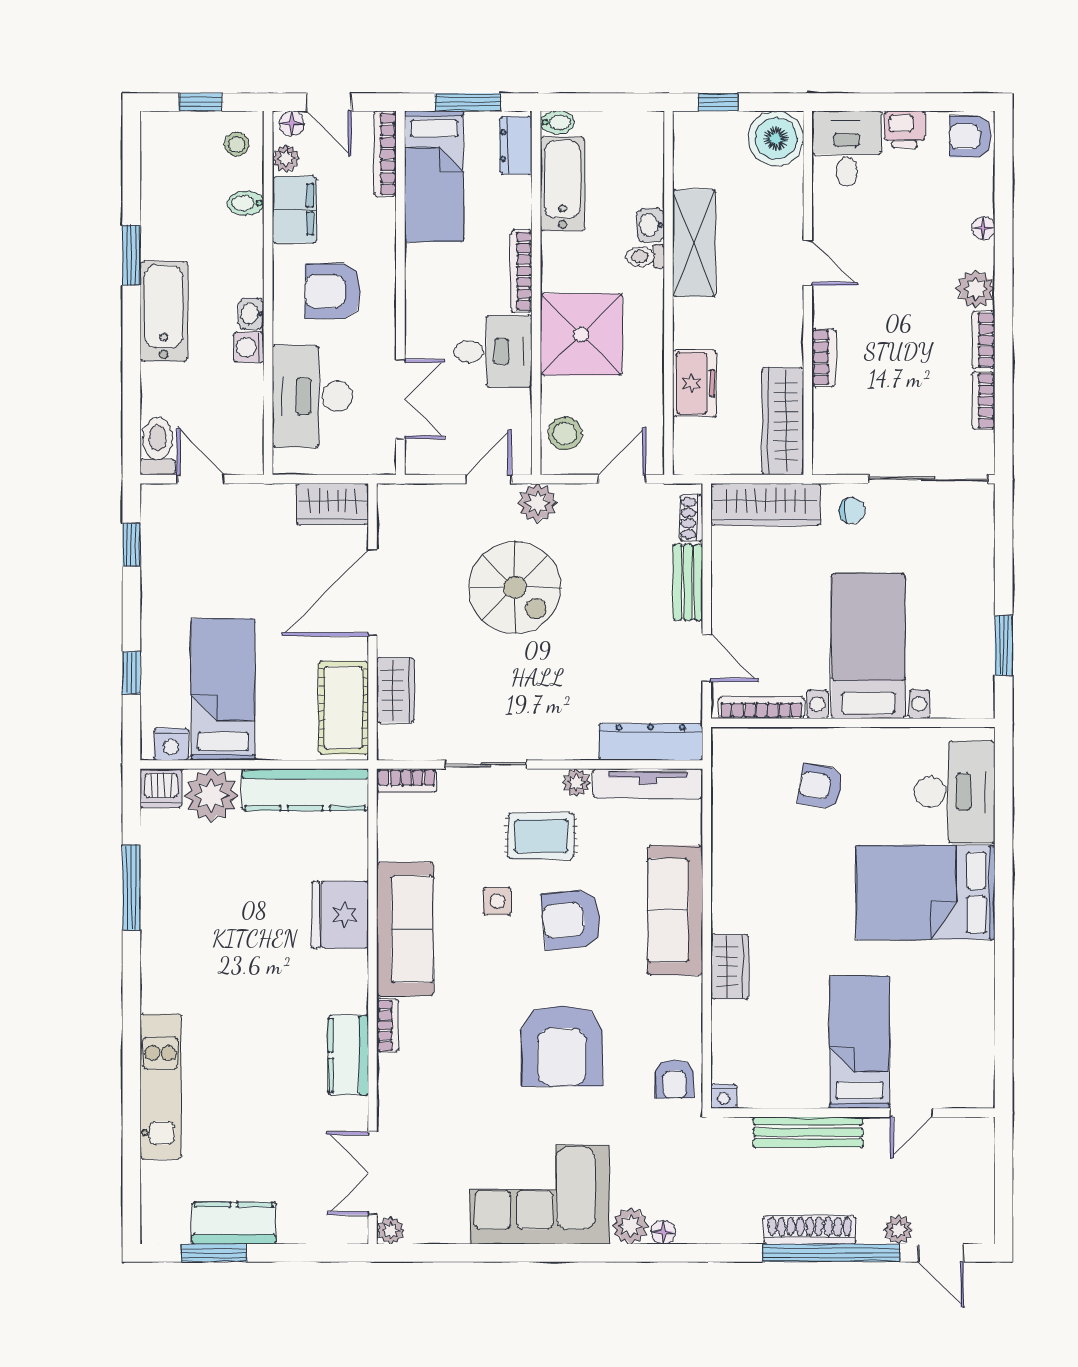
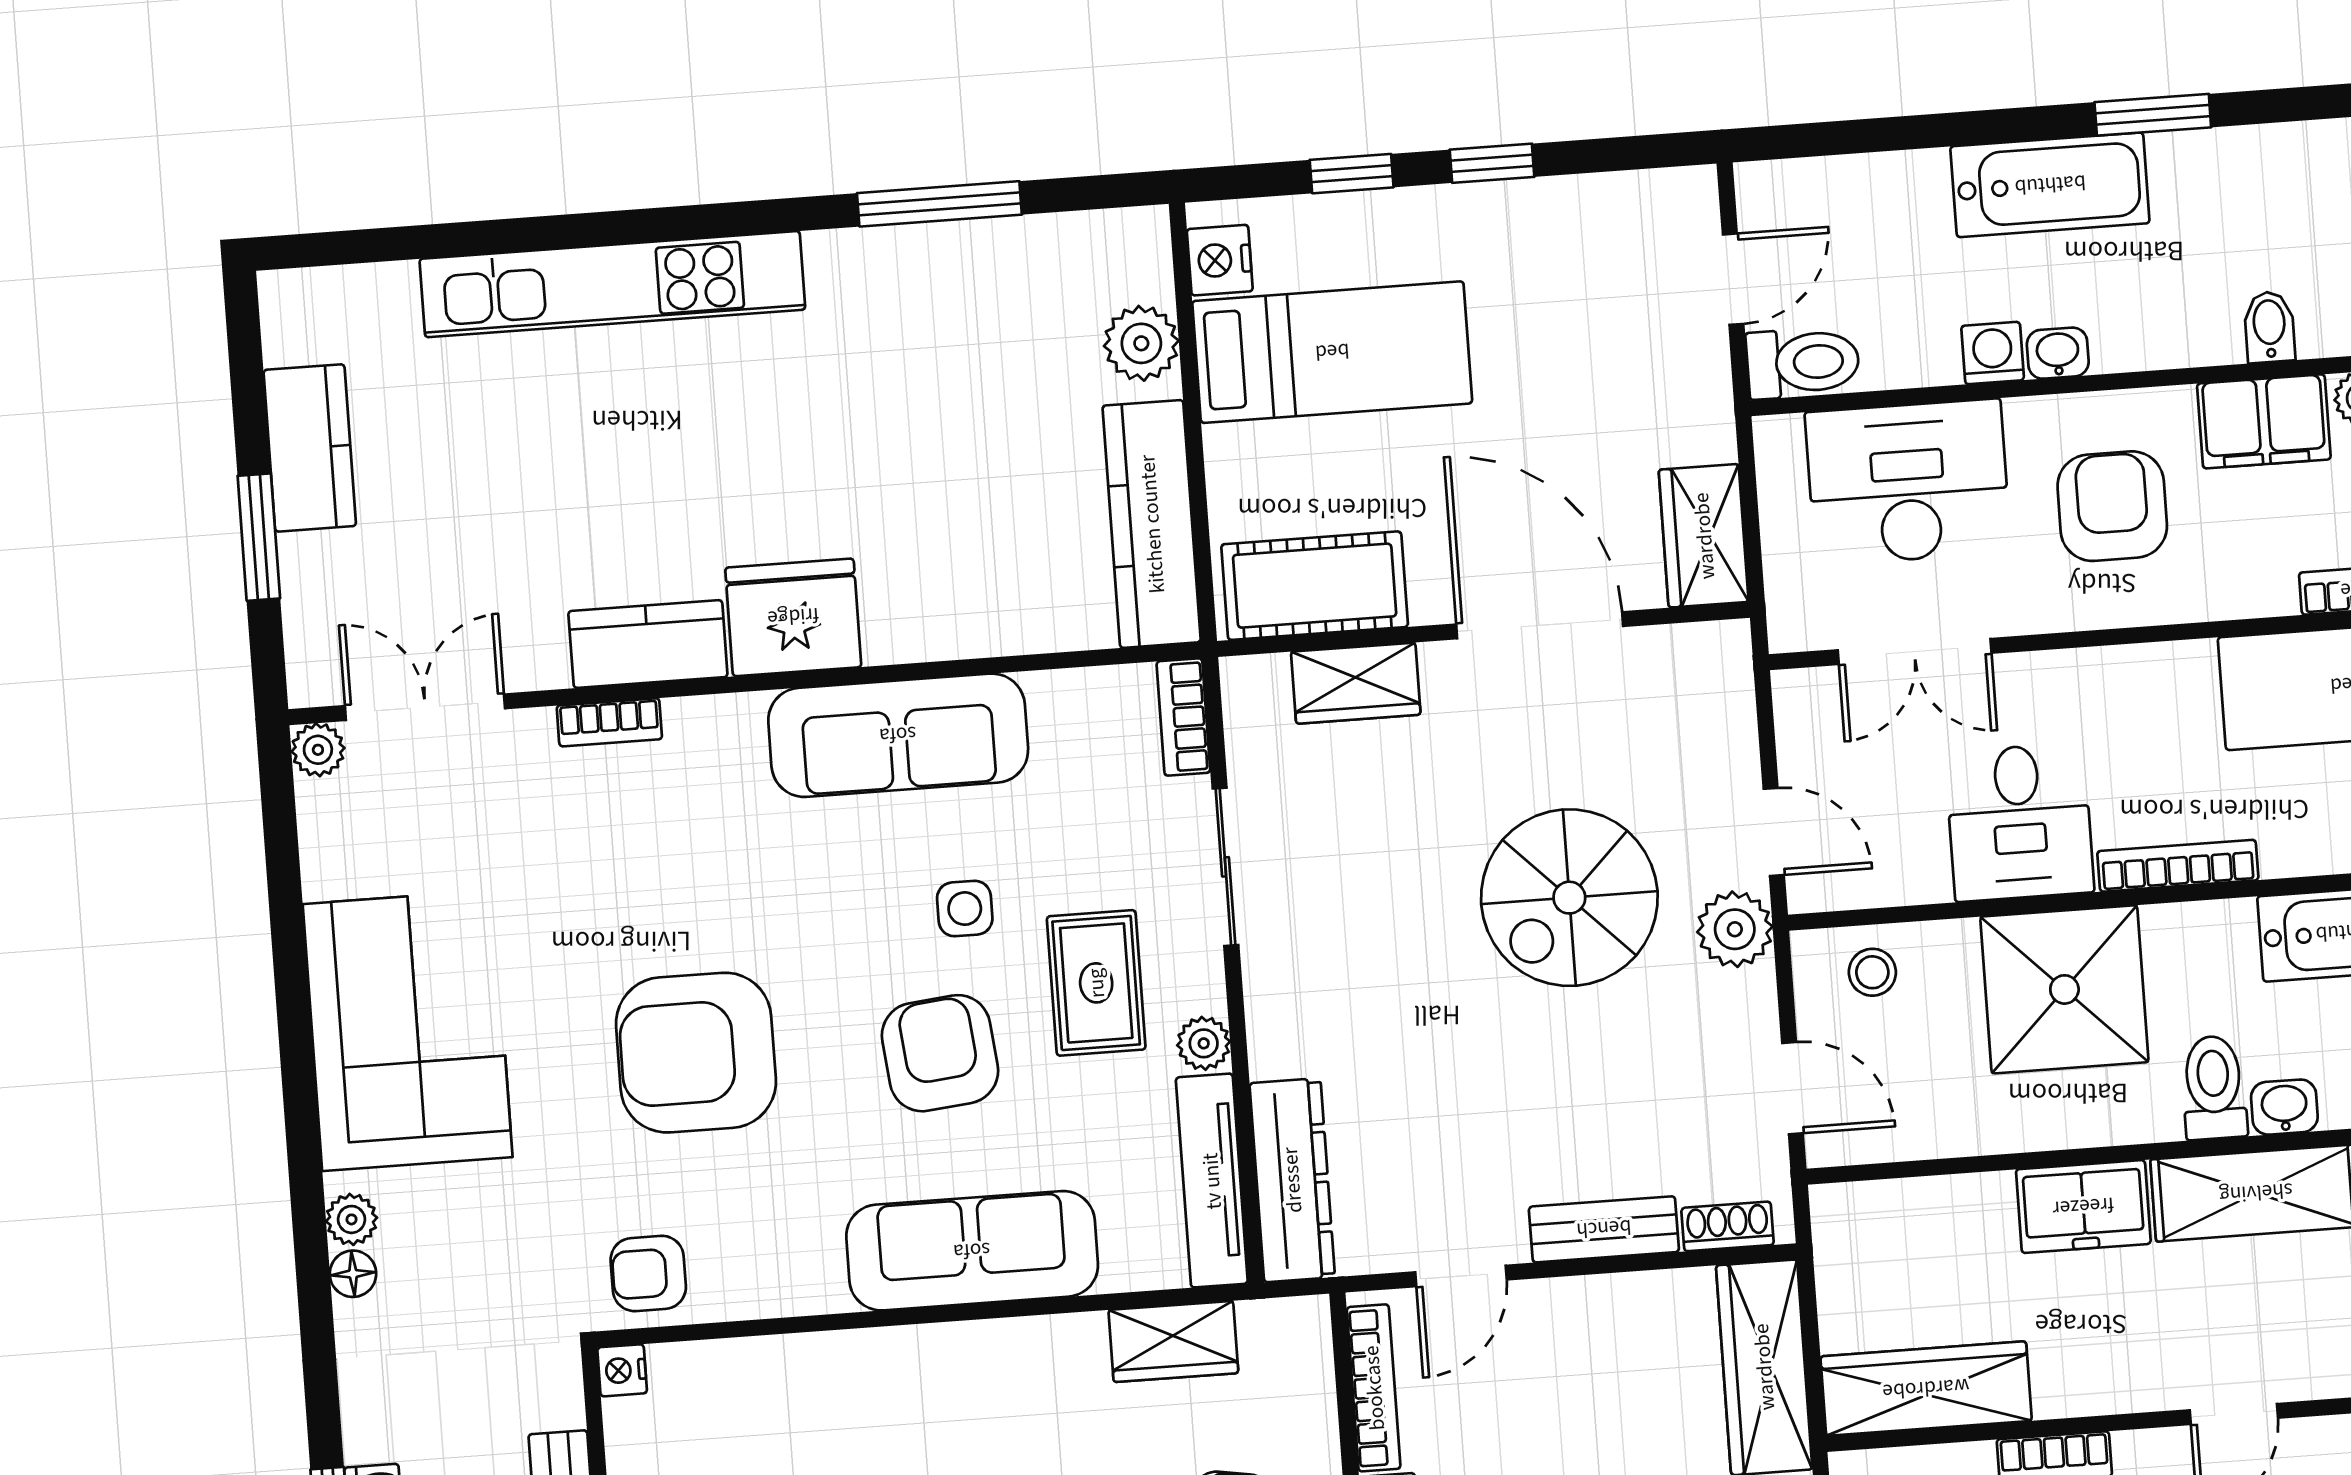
toilet: (645, 256) -> (2214, 1088), width x1.37, depth x1.39
freezer: (694, 383) -> (2083, 1207), moved
stool: (565, 433) -> (1872, 972), width x0.73, depth x0.73
toilet: (158, 446) -> (1803, 363), moved
window: (131, 545) -> (1492, 163), moved
dishwasher: (161, 788) -> (1134, 247), removed
plant: (211, 795) -> (1141, 343), width x0.73, depth x0.73
fridge: (340, 915) -> (793, 617), moved
wardrobe: (730, 967) -> (1173, 1341), moved
bookcase: (387, 1025) -> (609, 722), moved
kitchen unit: (161, 1086) -> (612, 284), width x1.36
plant: (630, 1226) -> (351, 1219), width x0.73, depth x0.73
window: (214, 1253) -> (259, 537), moved

